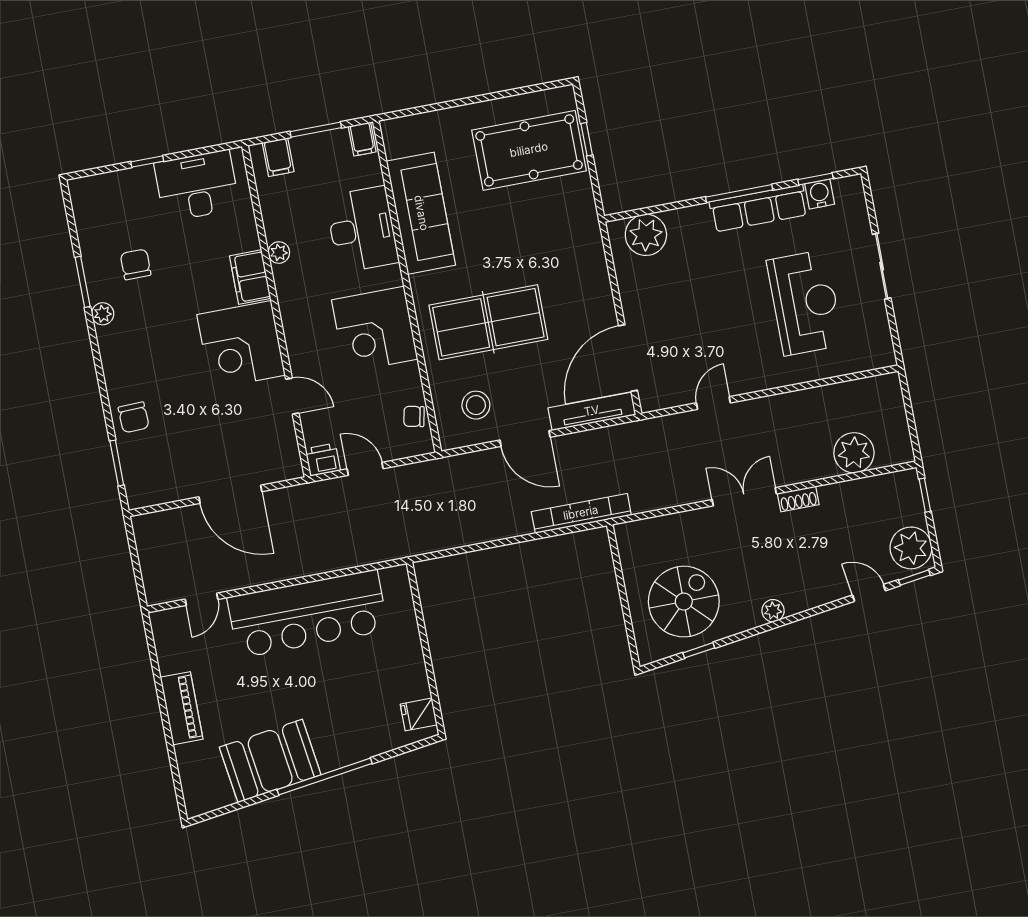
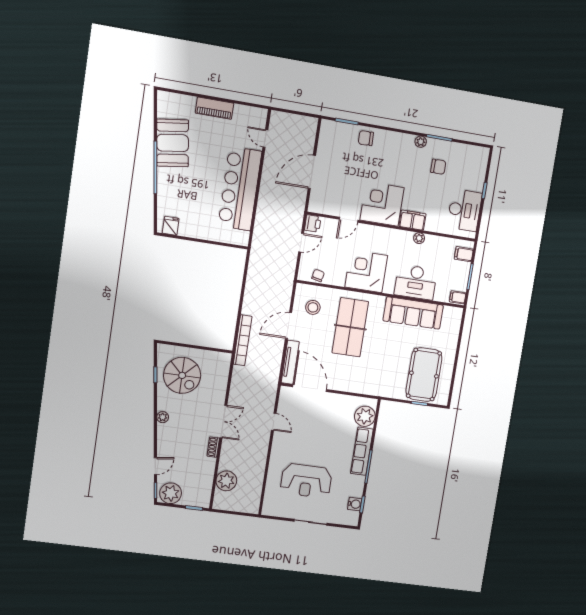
row of seats: (759, 208) -> (362, 451), moved

